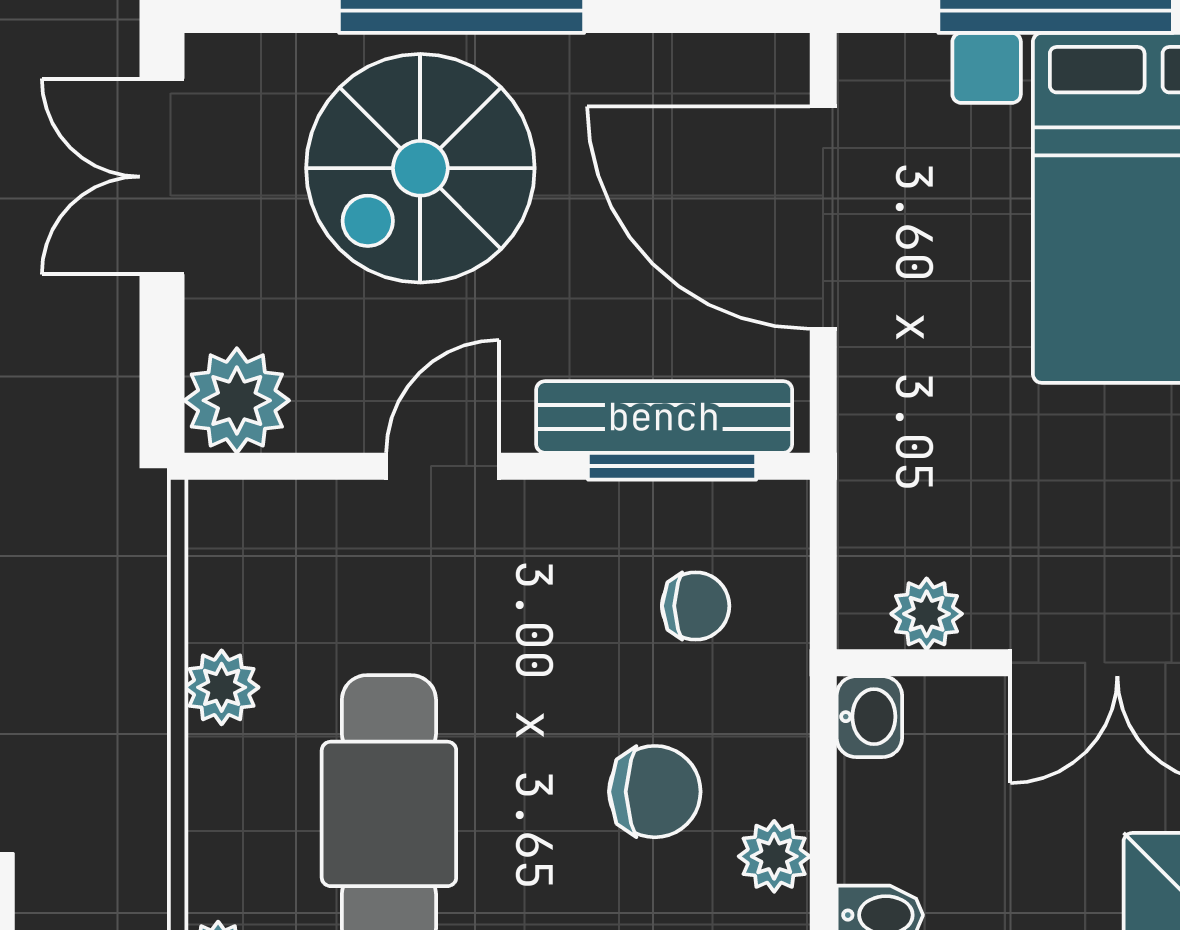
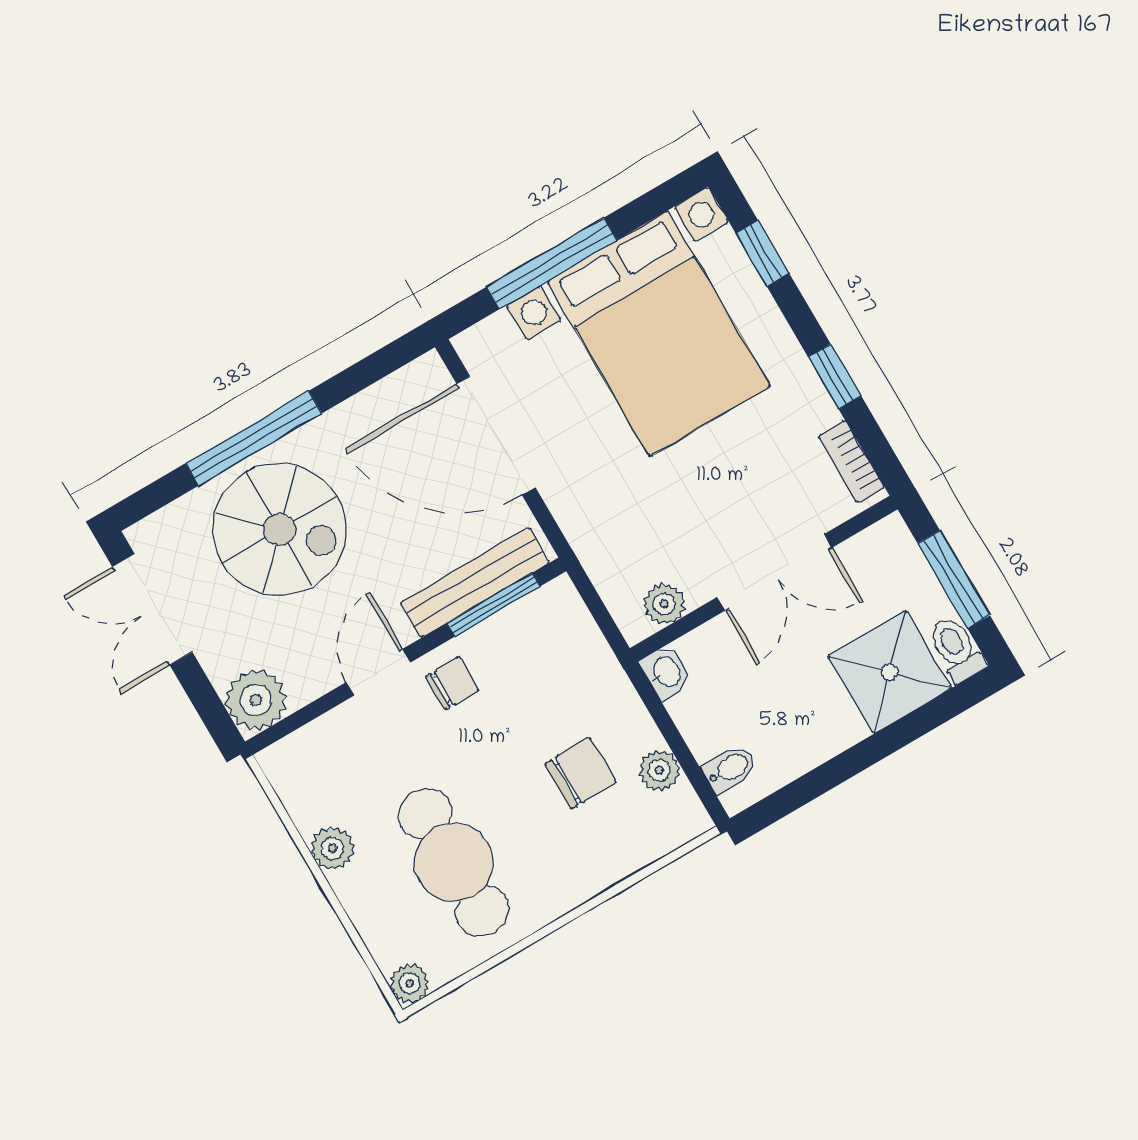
spiral stairs: (420, 168) -> (279, 529), turned -90
chair: (696, 606) -> (452, 683), moved

